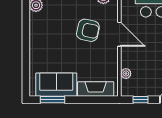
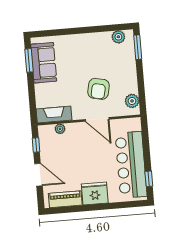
door: (119, 34) -> (97, 119), hinge flipped
fireplace: (96, 89) -> (54, 115), moved, turned -90

